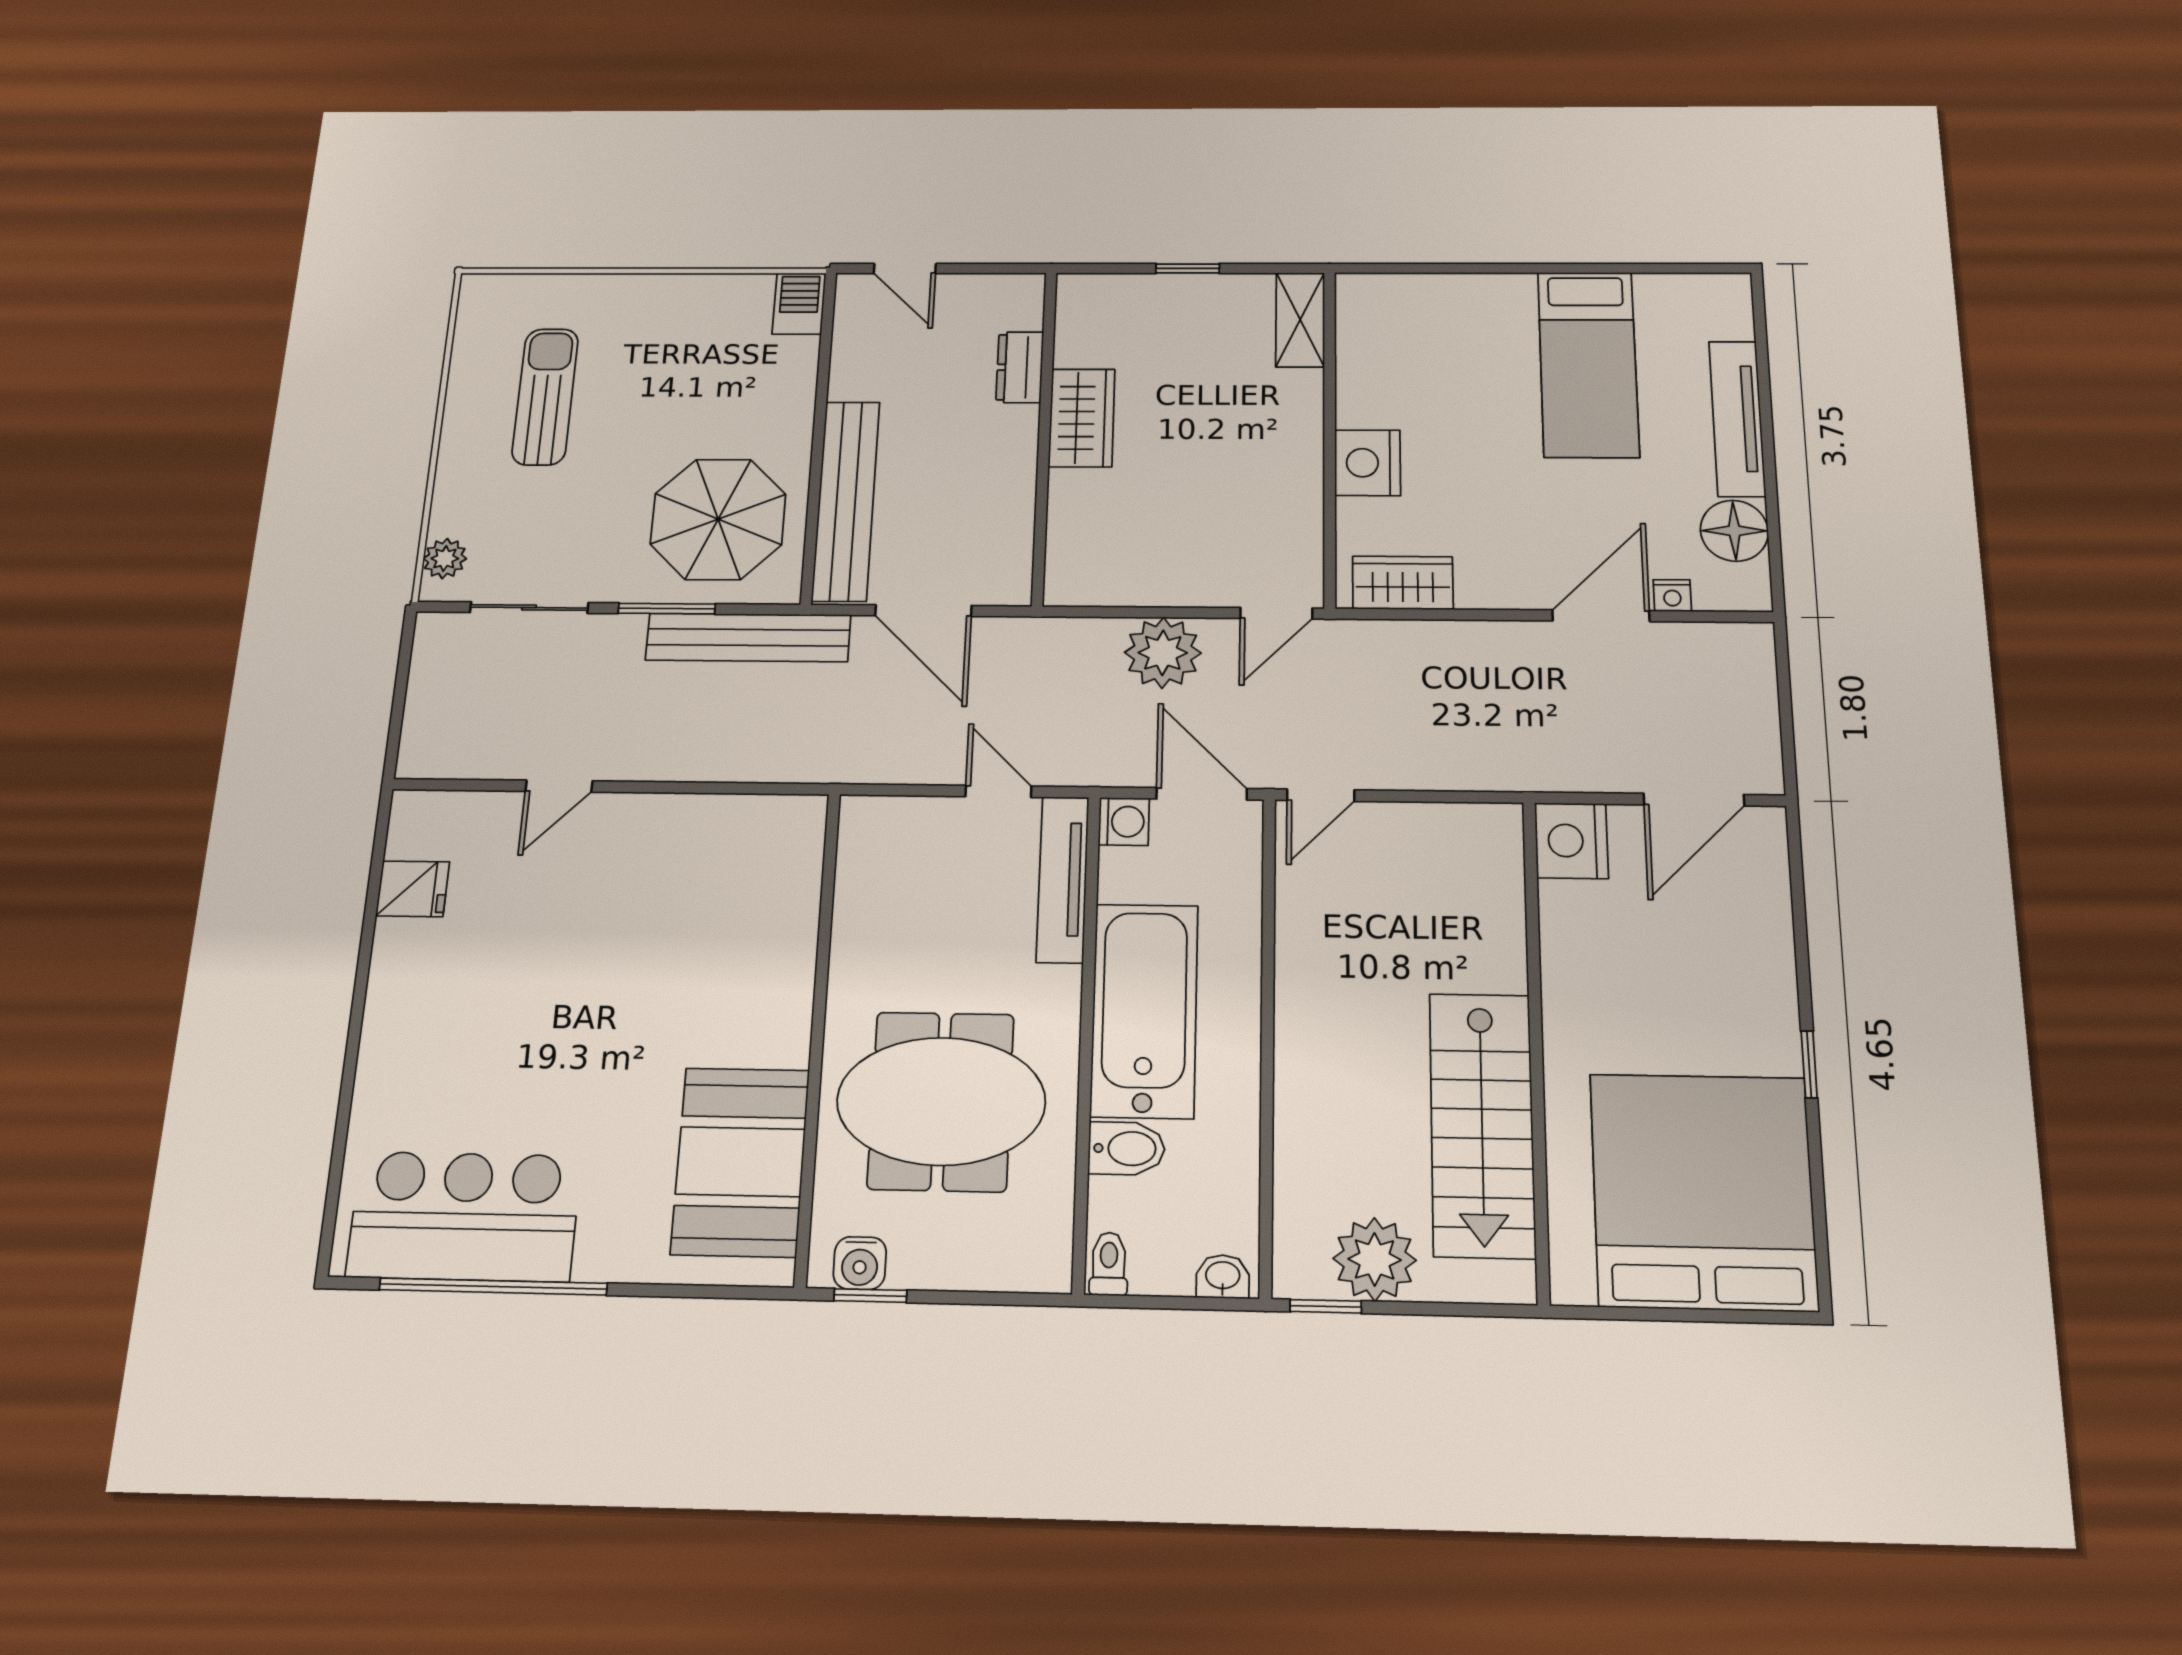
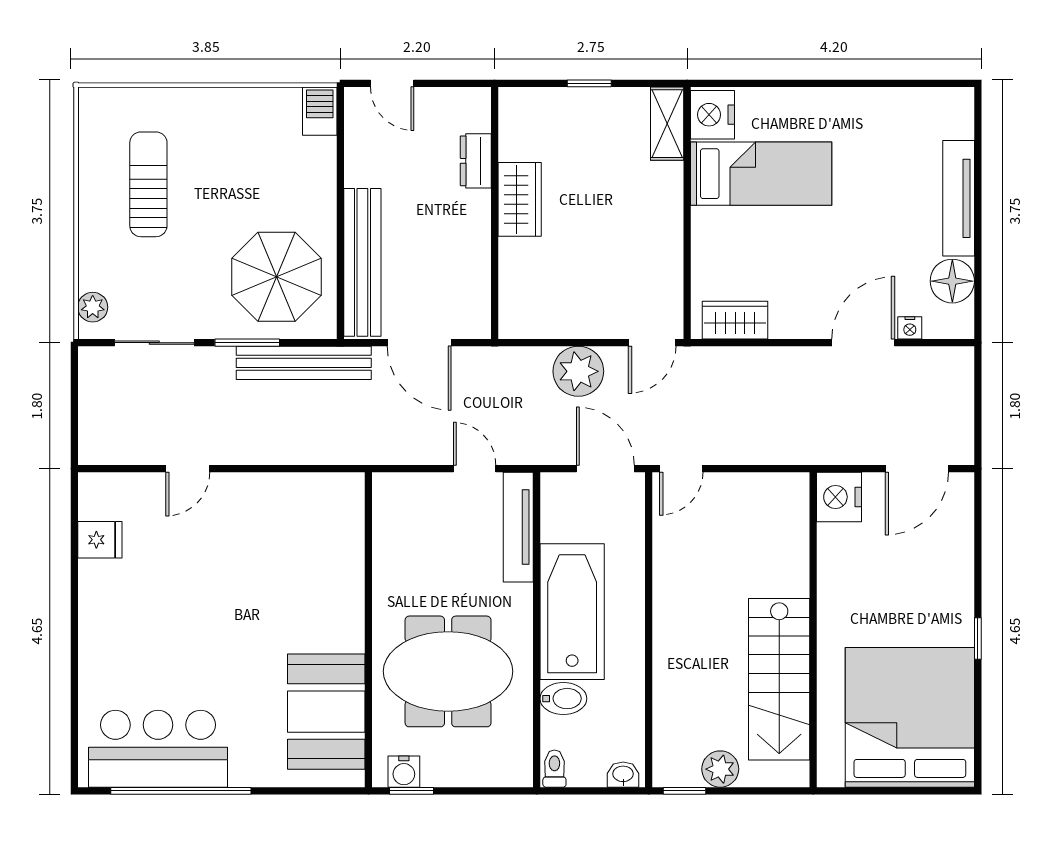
bed: (1588, 364) -> (761, 174), moved, turned -90
nightstand: (1368, 463) -> (712, 115), moved
washing machine: (1124, 822) -> (556, 488), removed
plant: (1375, 1259) -> (720, 769), width x0.73, depth x0.73

